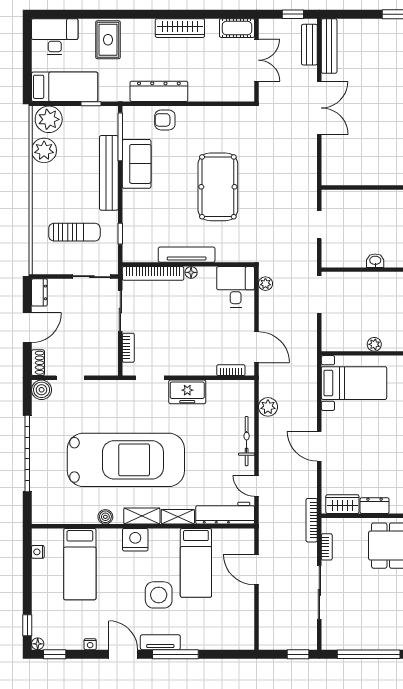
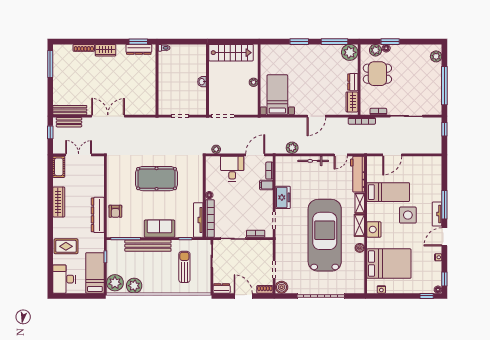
sofa: (137, 164) -> (160, 229), moved
tv unit: (187, 255) -> (198, 220), moved
desk: (236, 287) -> (232, 169), moved, turned 90
filing cabinet: (207, 365) -> (266, 185), added
bed: (80, 564) -> (389, 264), width x1.50

